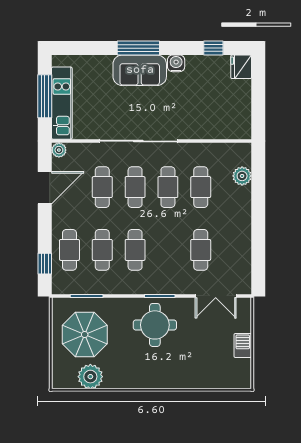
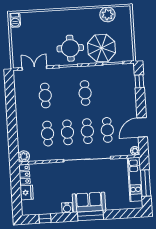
fridge: (241, 67) -> (27, 193), moved
locker: (243, 122) -> (24, 174), added
plant: (242, 176) -> (24, 156), moved
cafe table: (69, 250) -> (125, 91), removed
cafe table: (102, 250) -> (105, 92), removed
parasol: (85, 334) -> (102, 48), moved
barbecue: (243, 346) -> (15, 20), moved

